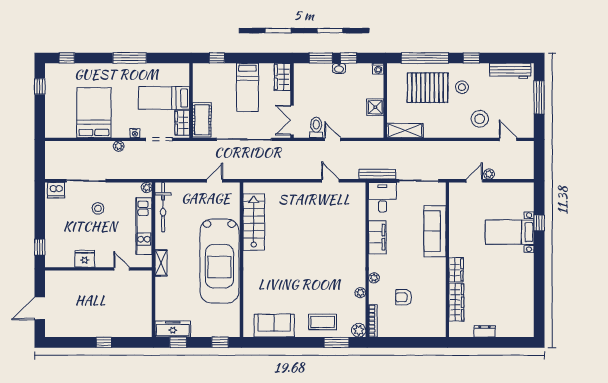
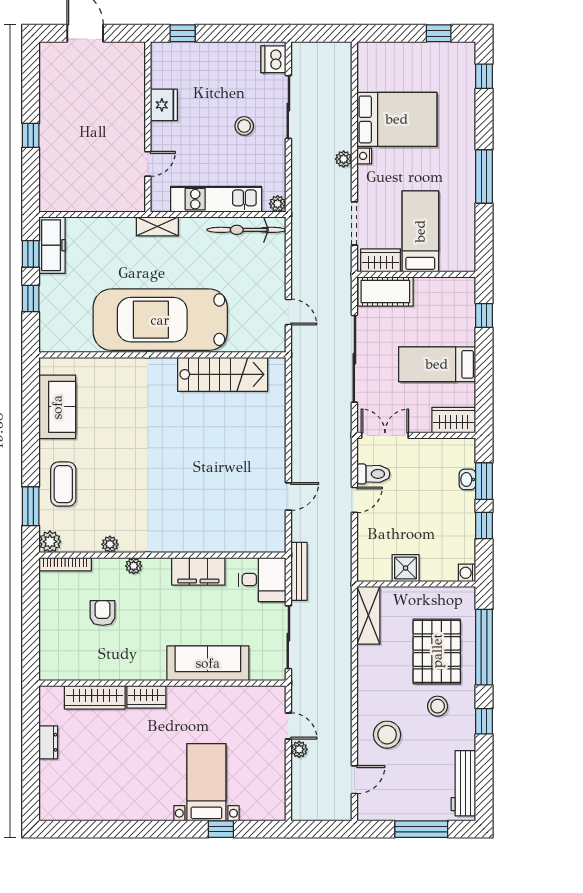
washbasin: (339, 68) -> (467, 479), moved
nightstand: (135, 133) -> (364, 156), moved
window: (220, 342) -> (31, 298), moved

